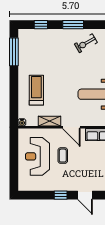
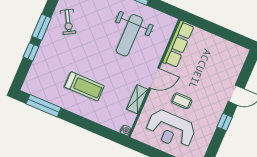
window: (41, 25) -> (31, 52), moved
treadmill: (36, 90) -> (84, 86), moved, turned 180

